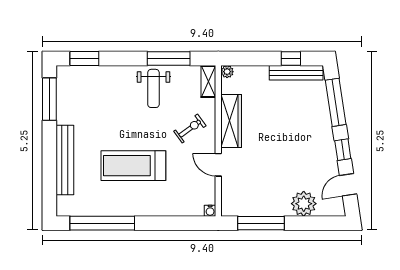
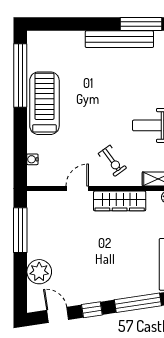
bench: (65, 160) -> (119, 39), moved
treadmill: (133, 166) -> (44, 103), moved
water cooler: (210, 211) -> (32, 159), moved

